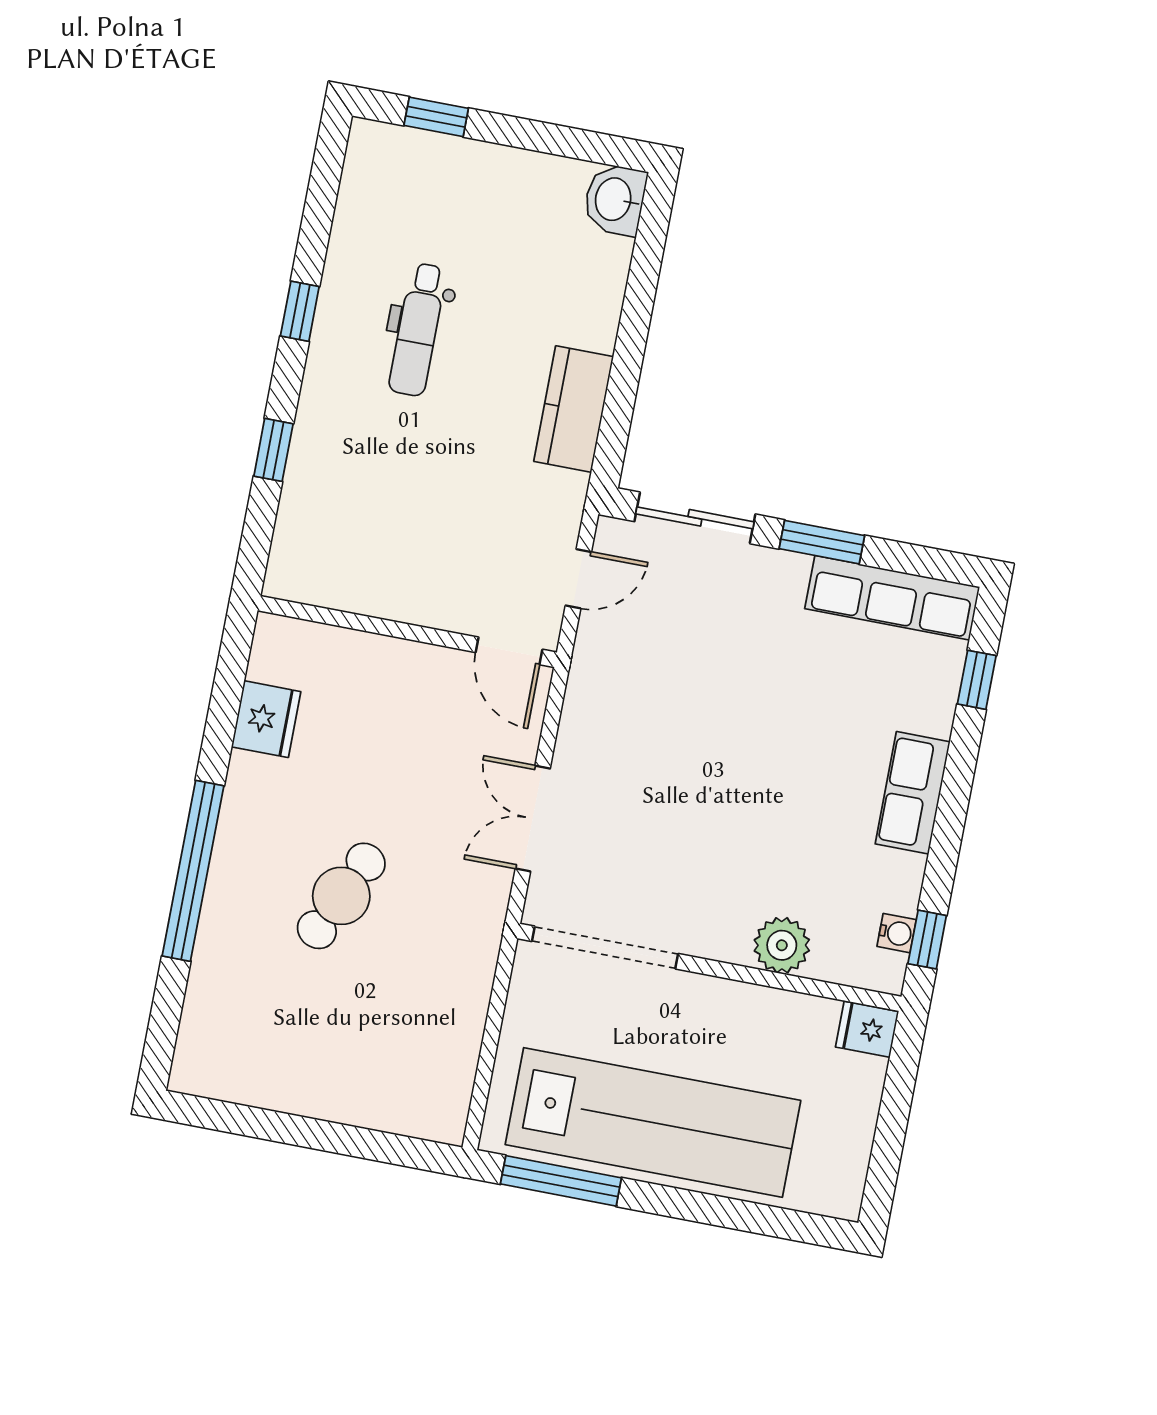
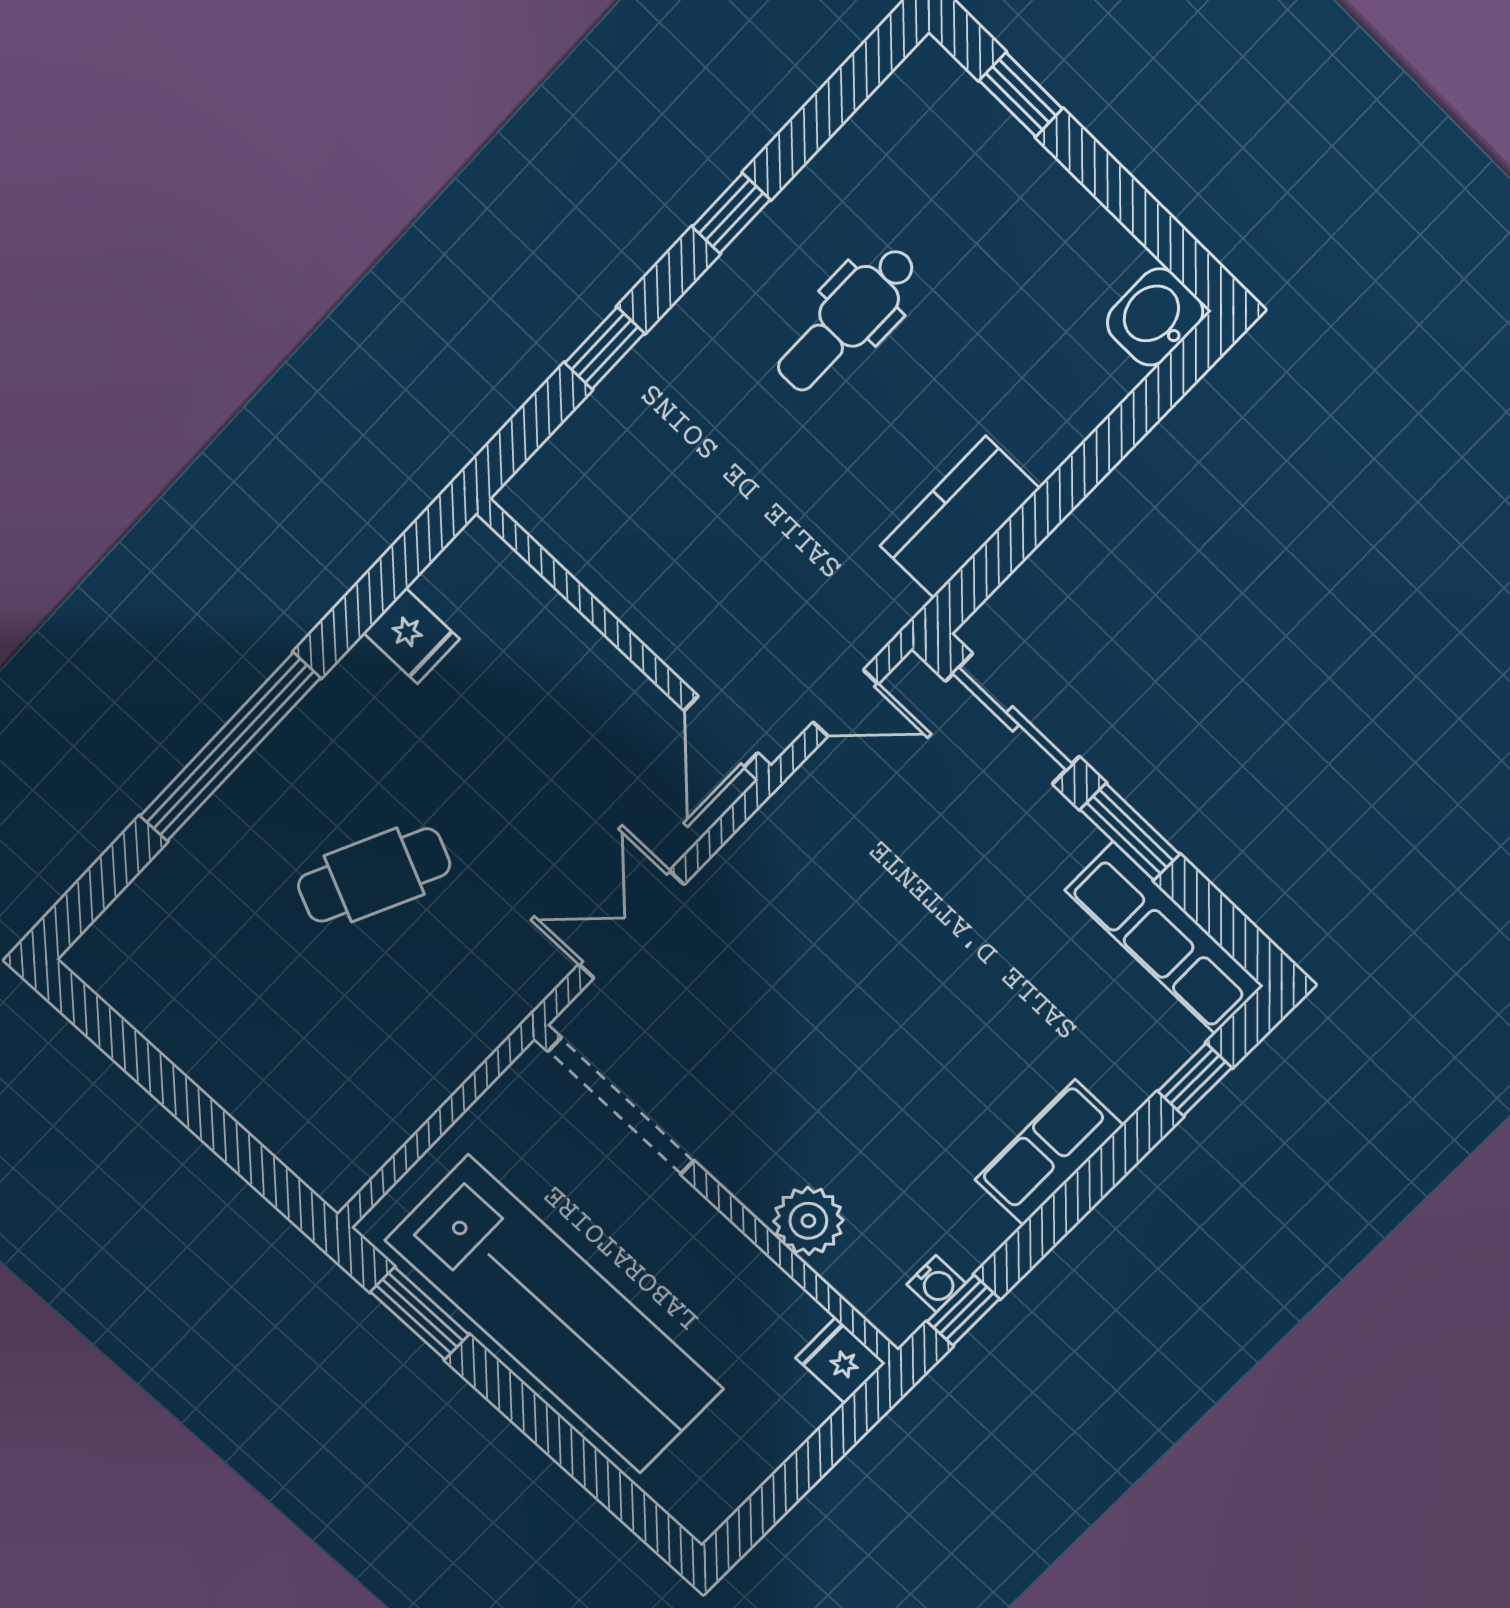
fridge: (266, 719) -> (412, 636), width x0.72
window: (561, 1181) -> (420, 1313), width x0.69

